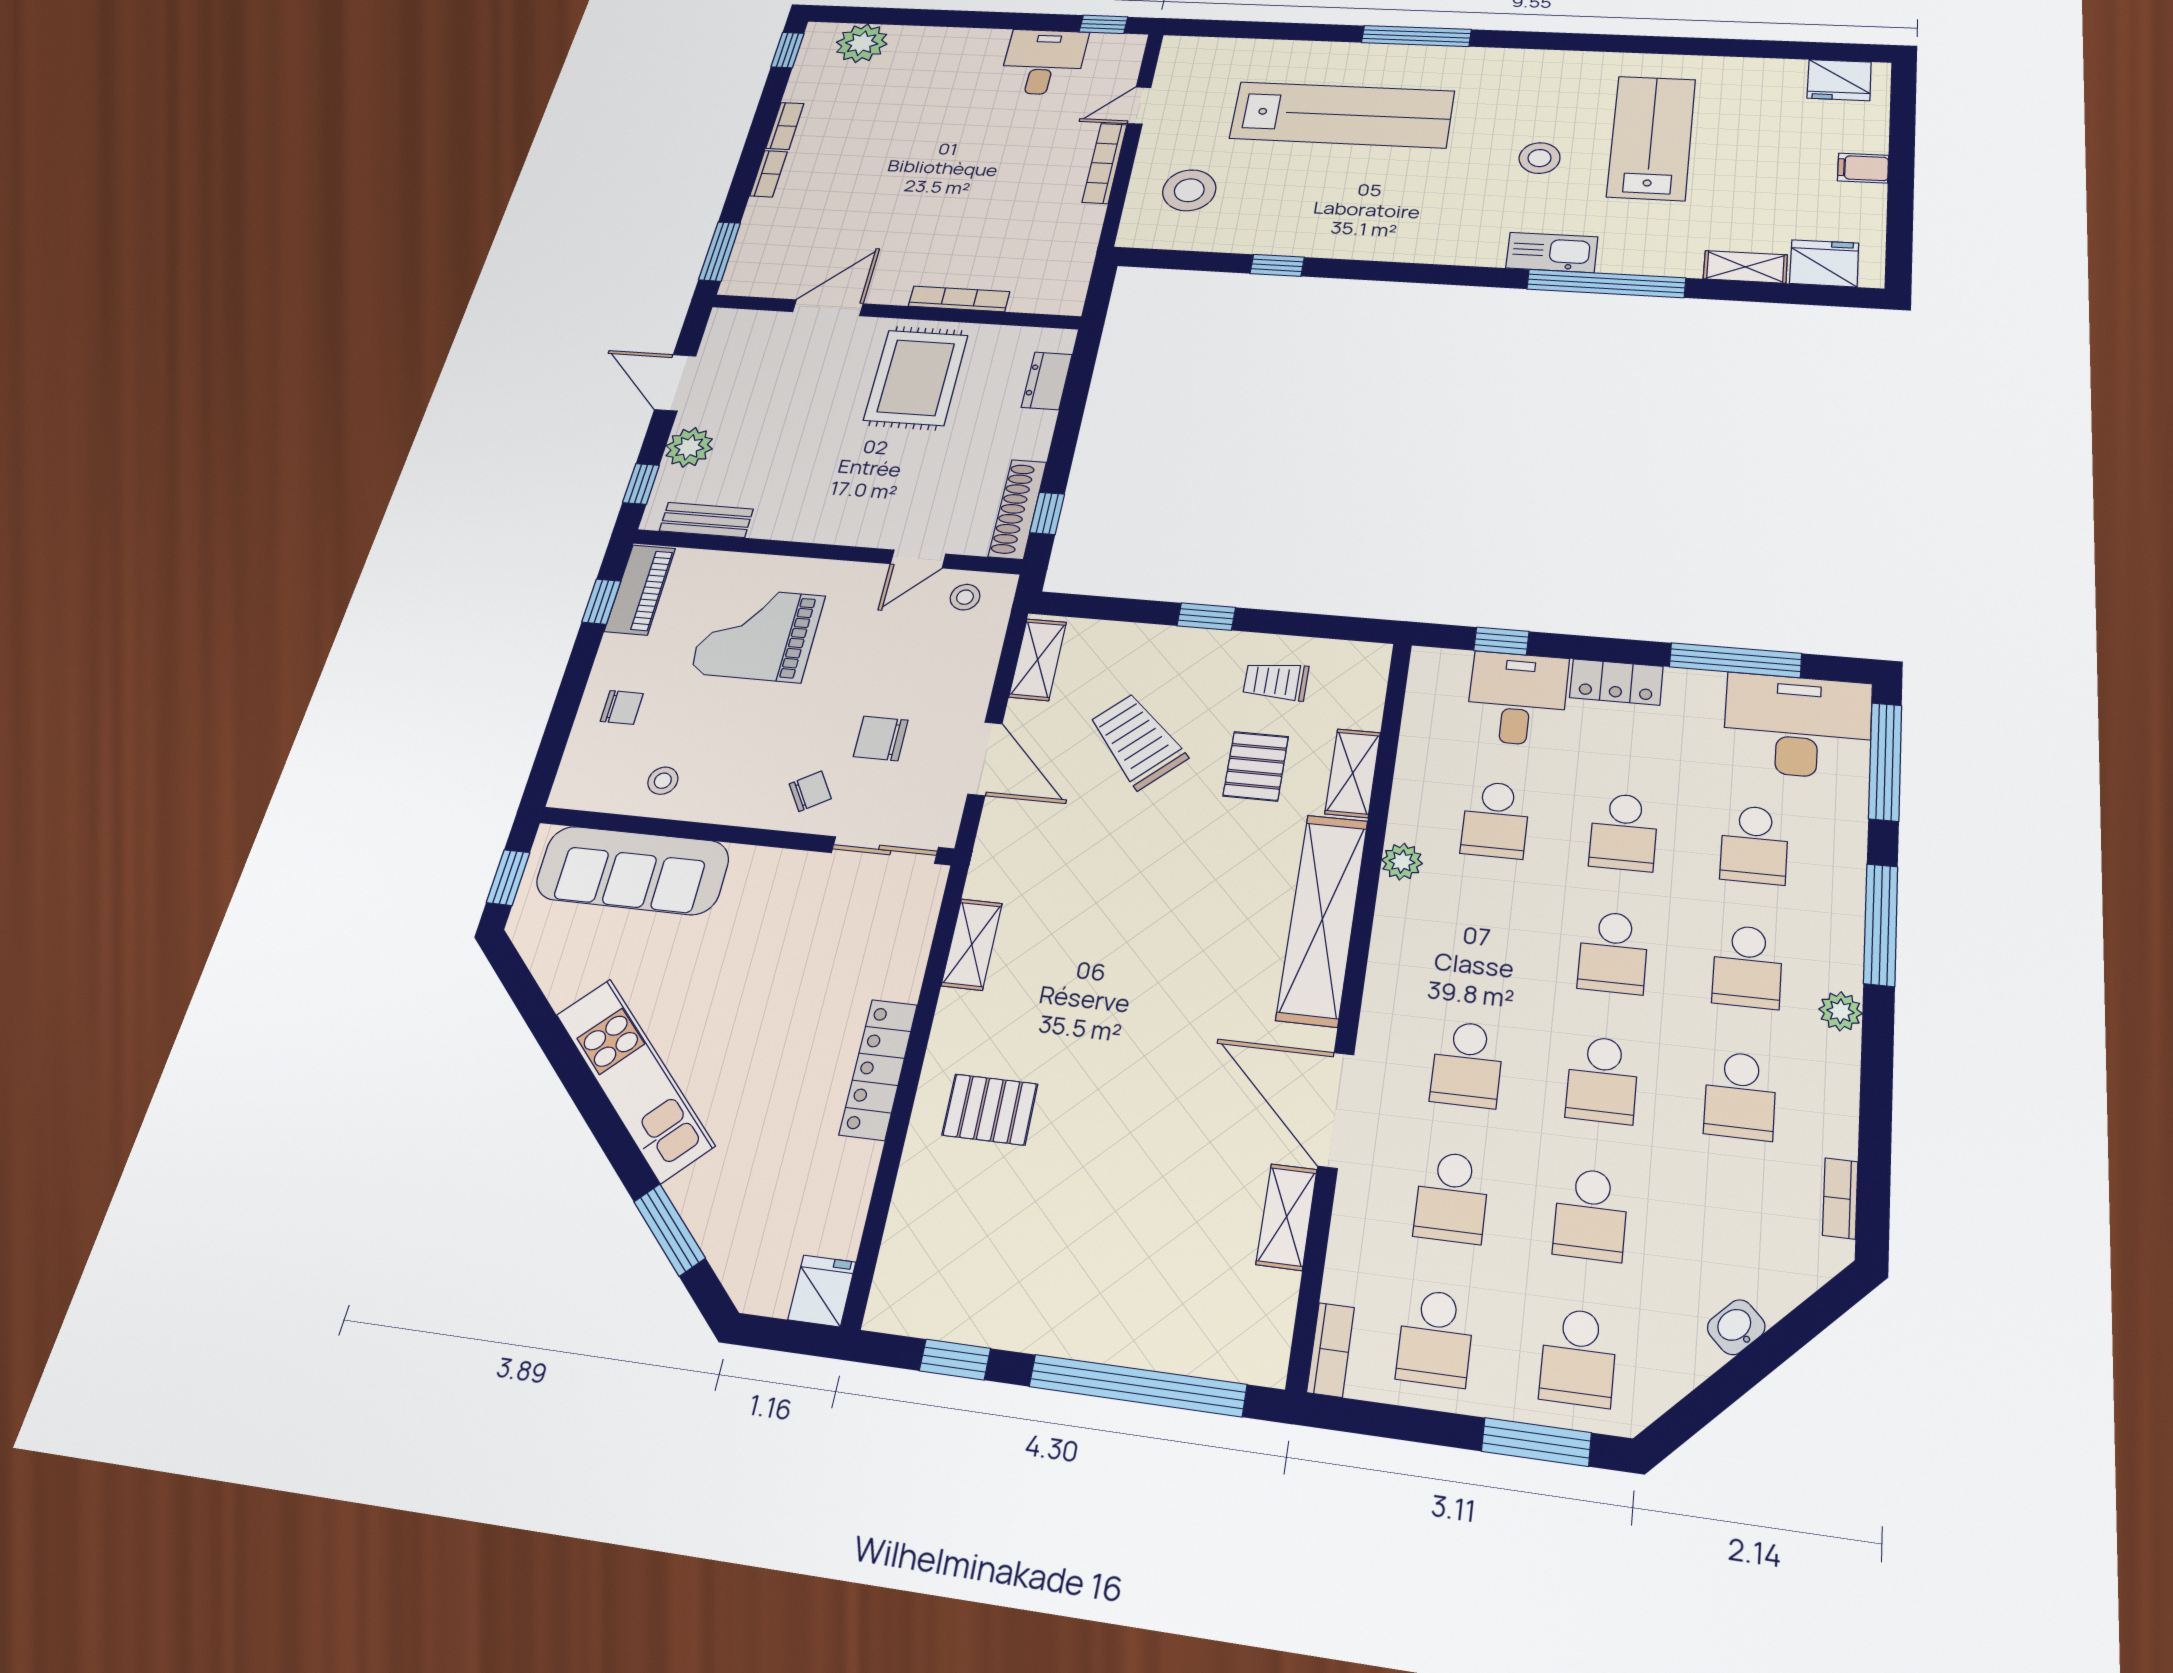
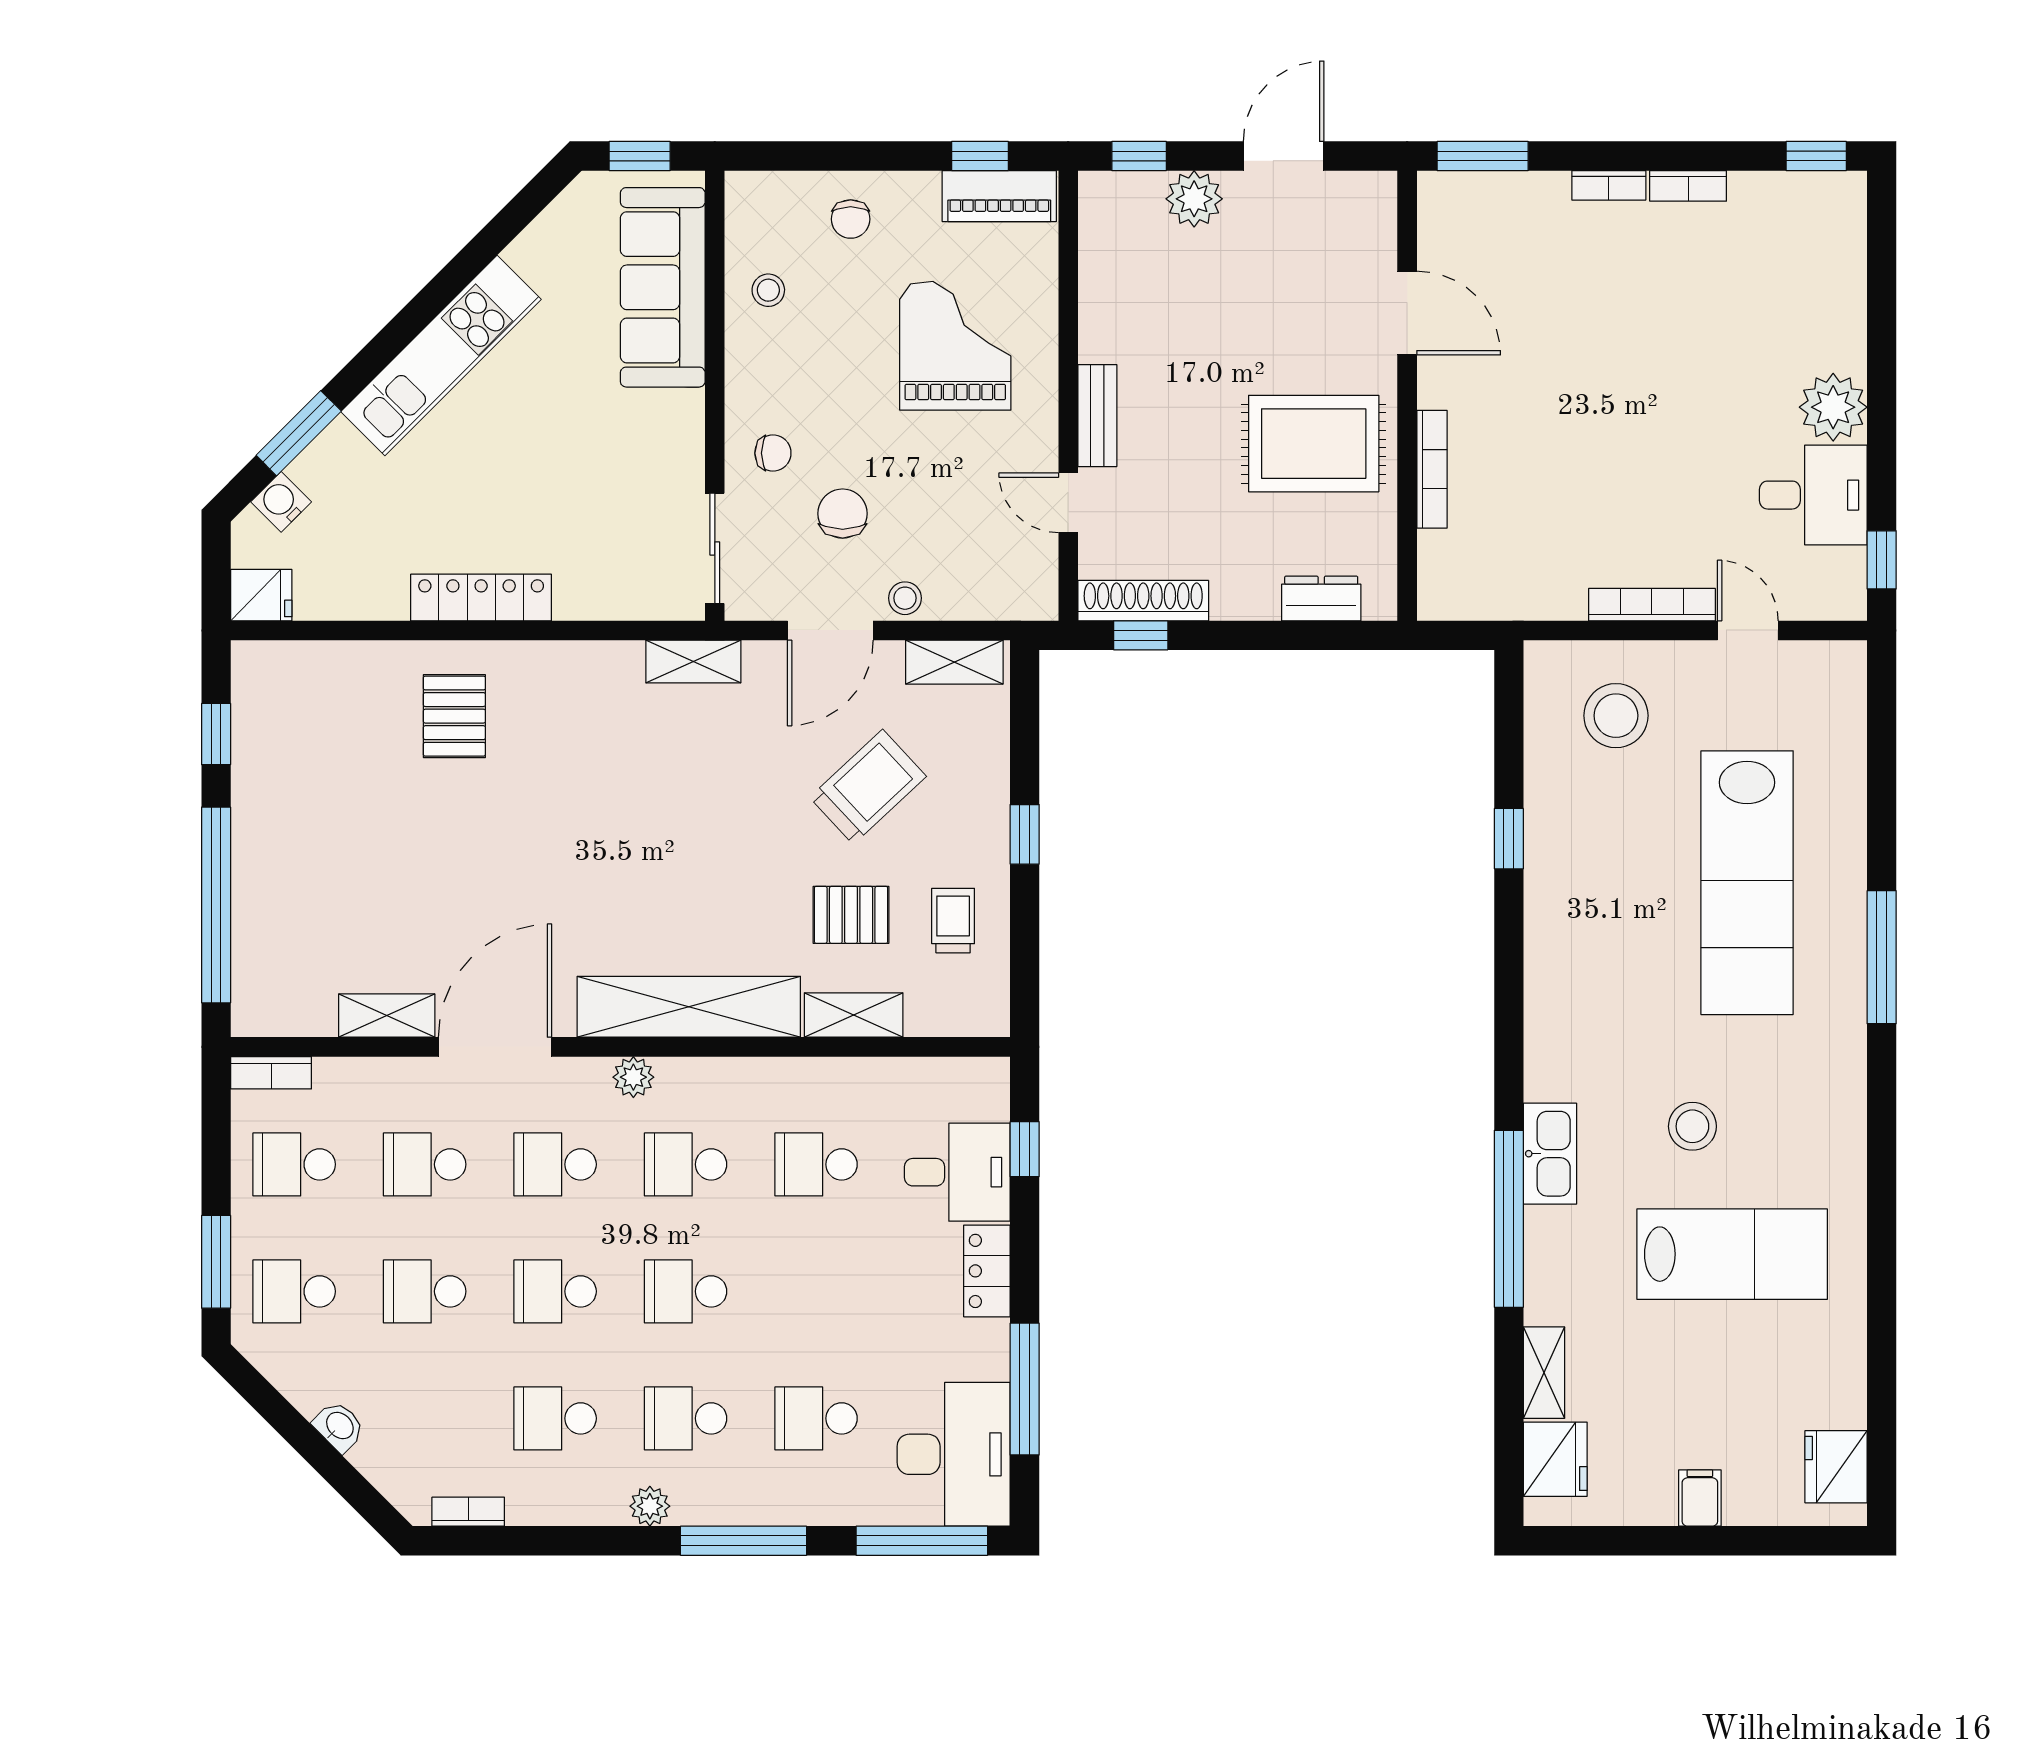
plant: (862, 43) -> (1833, 407), moved
bench: (706, 520) -> (1097, 416), moved
stool: (965, 597) -> (905, 598), moved
chair: (810, 791) -> (773, 453), turned -59
school desk: (1624, 832) -> (686, 1164), moved
plant: (1402, 862) -> (633, 1077), moved
shelving: (972, 944) -> (693, 662), moved
water cooler: (733, 1257) -> (281, 502), added

